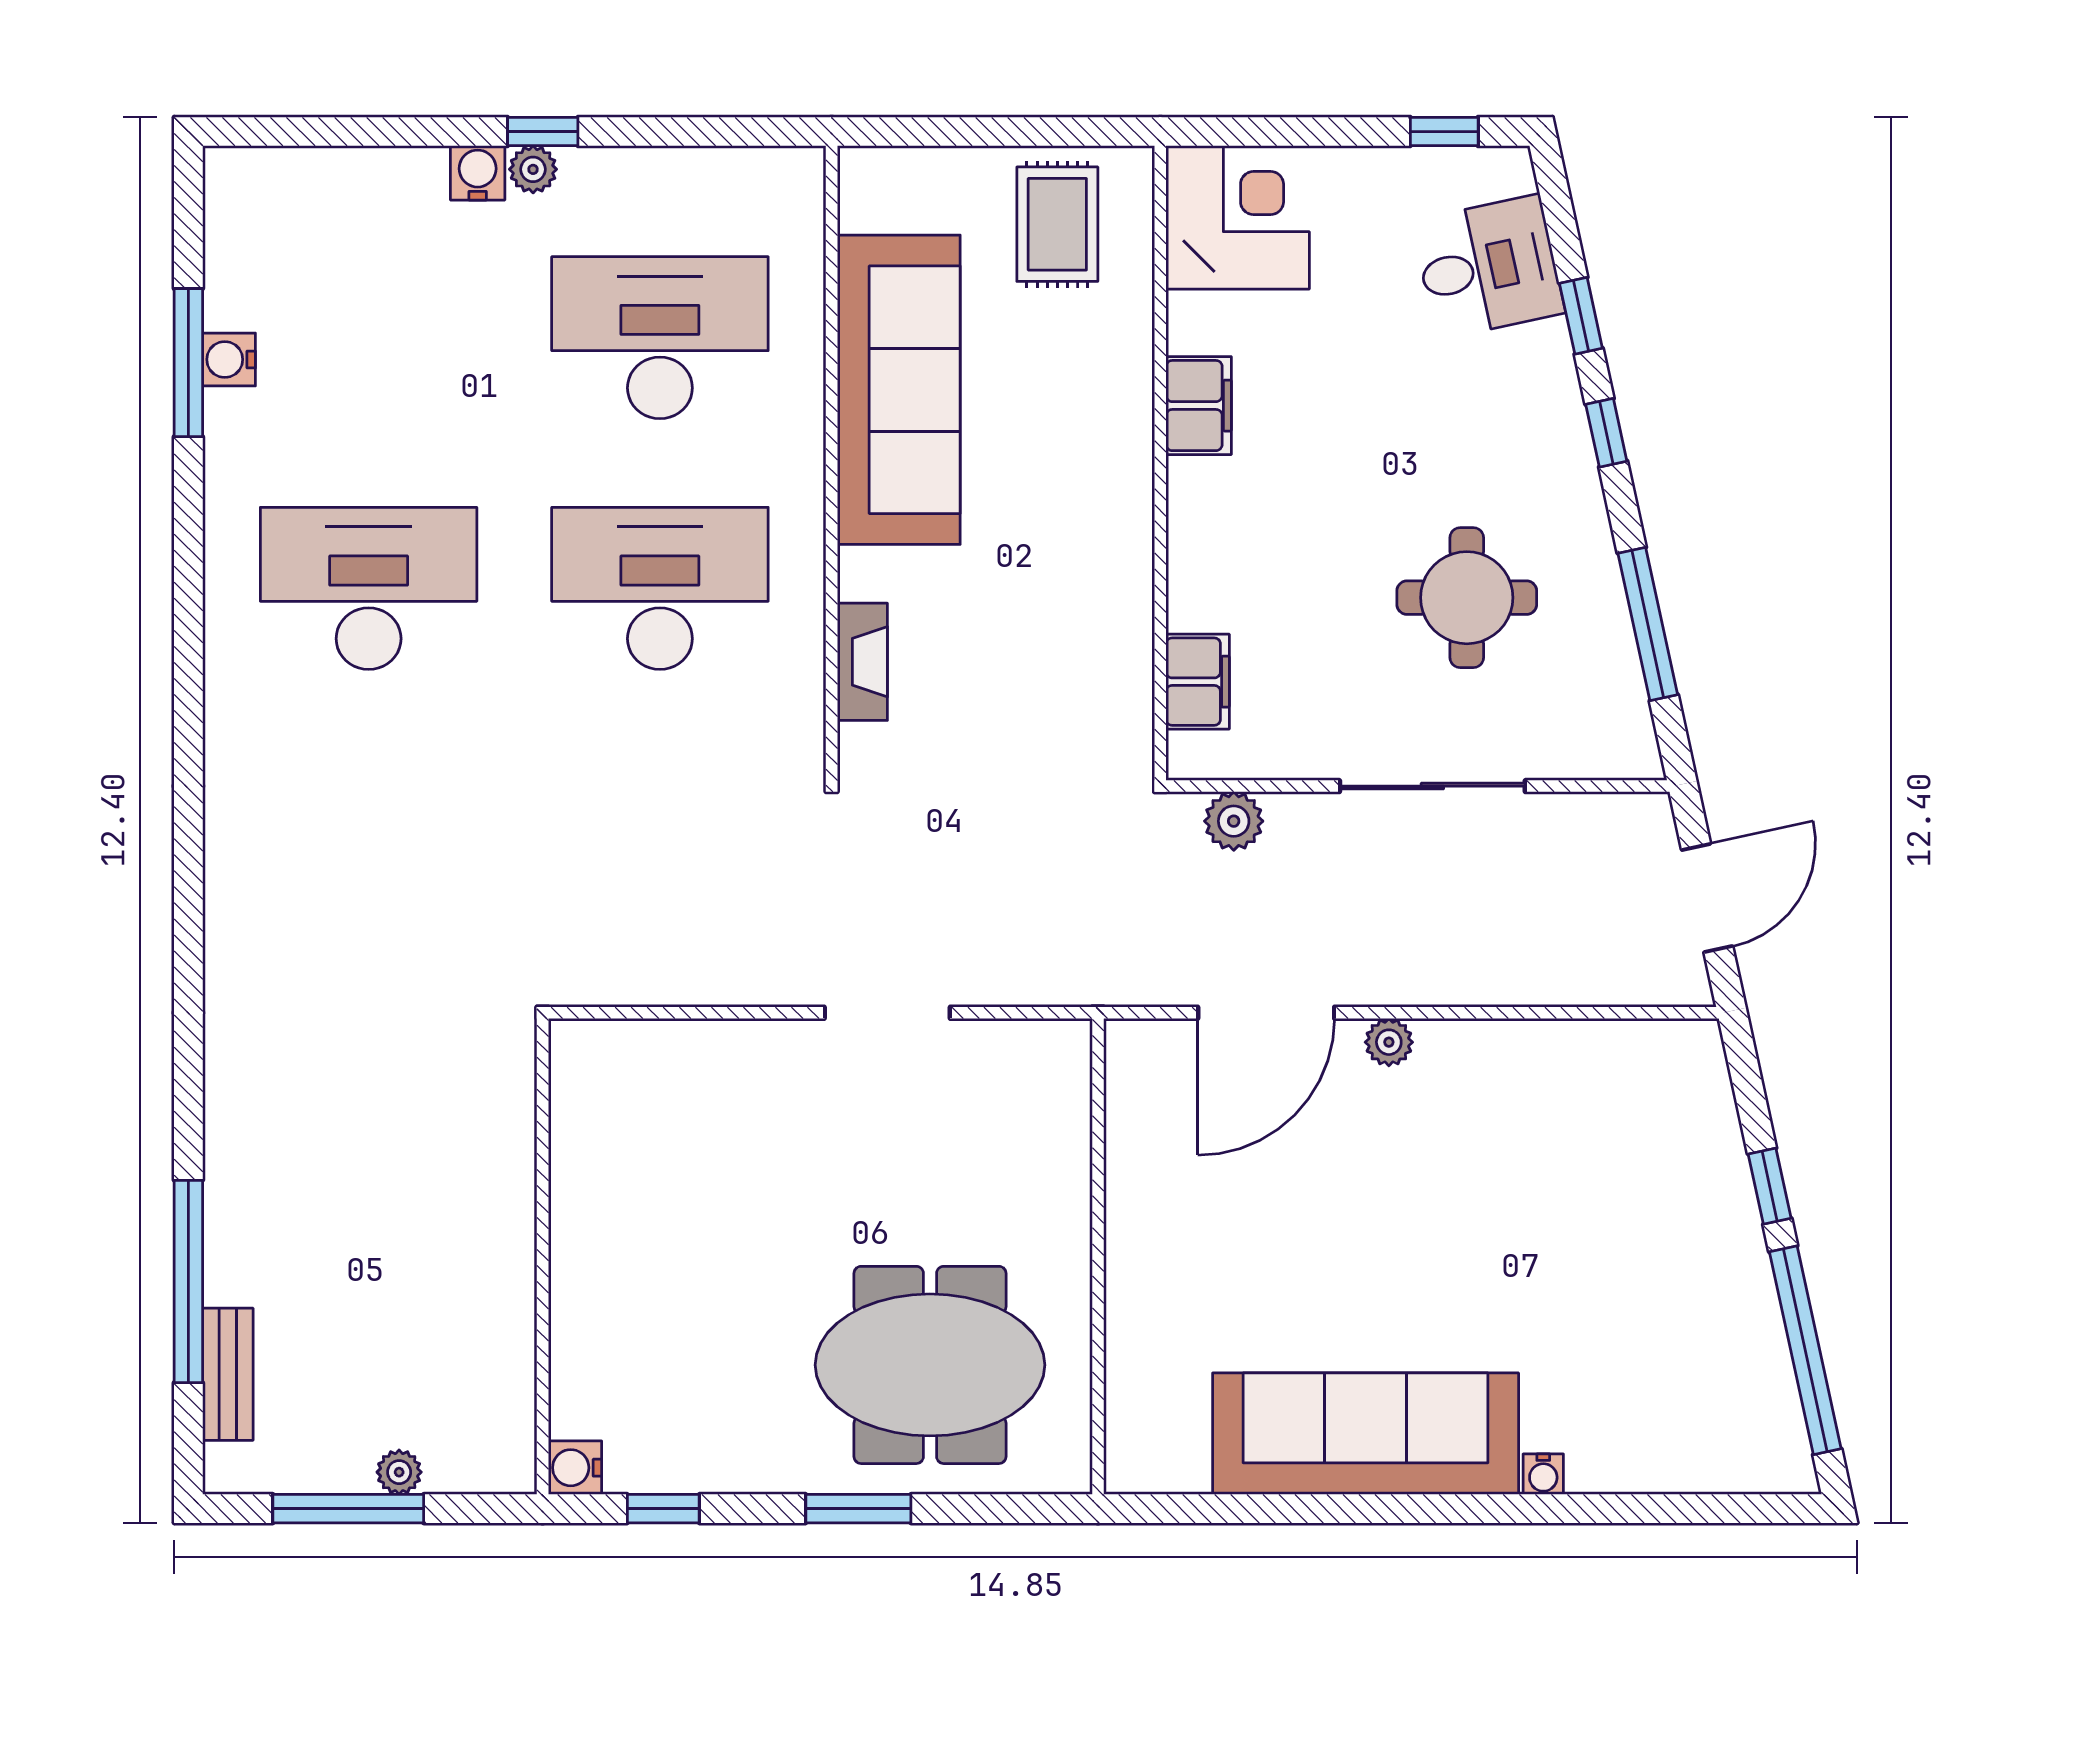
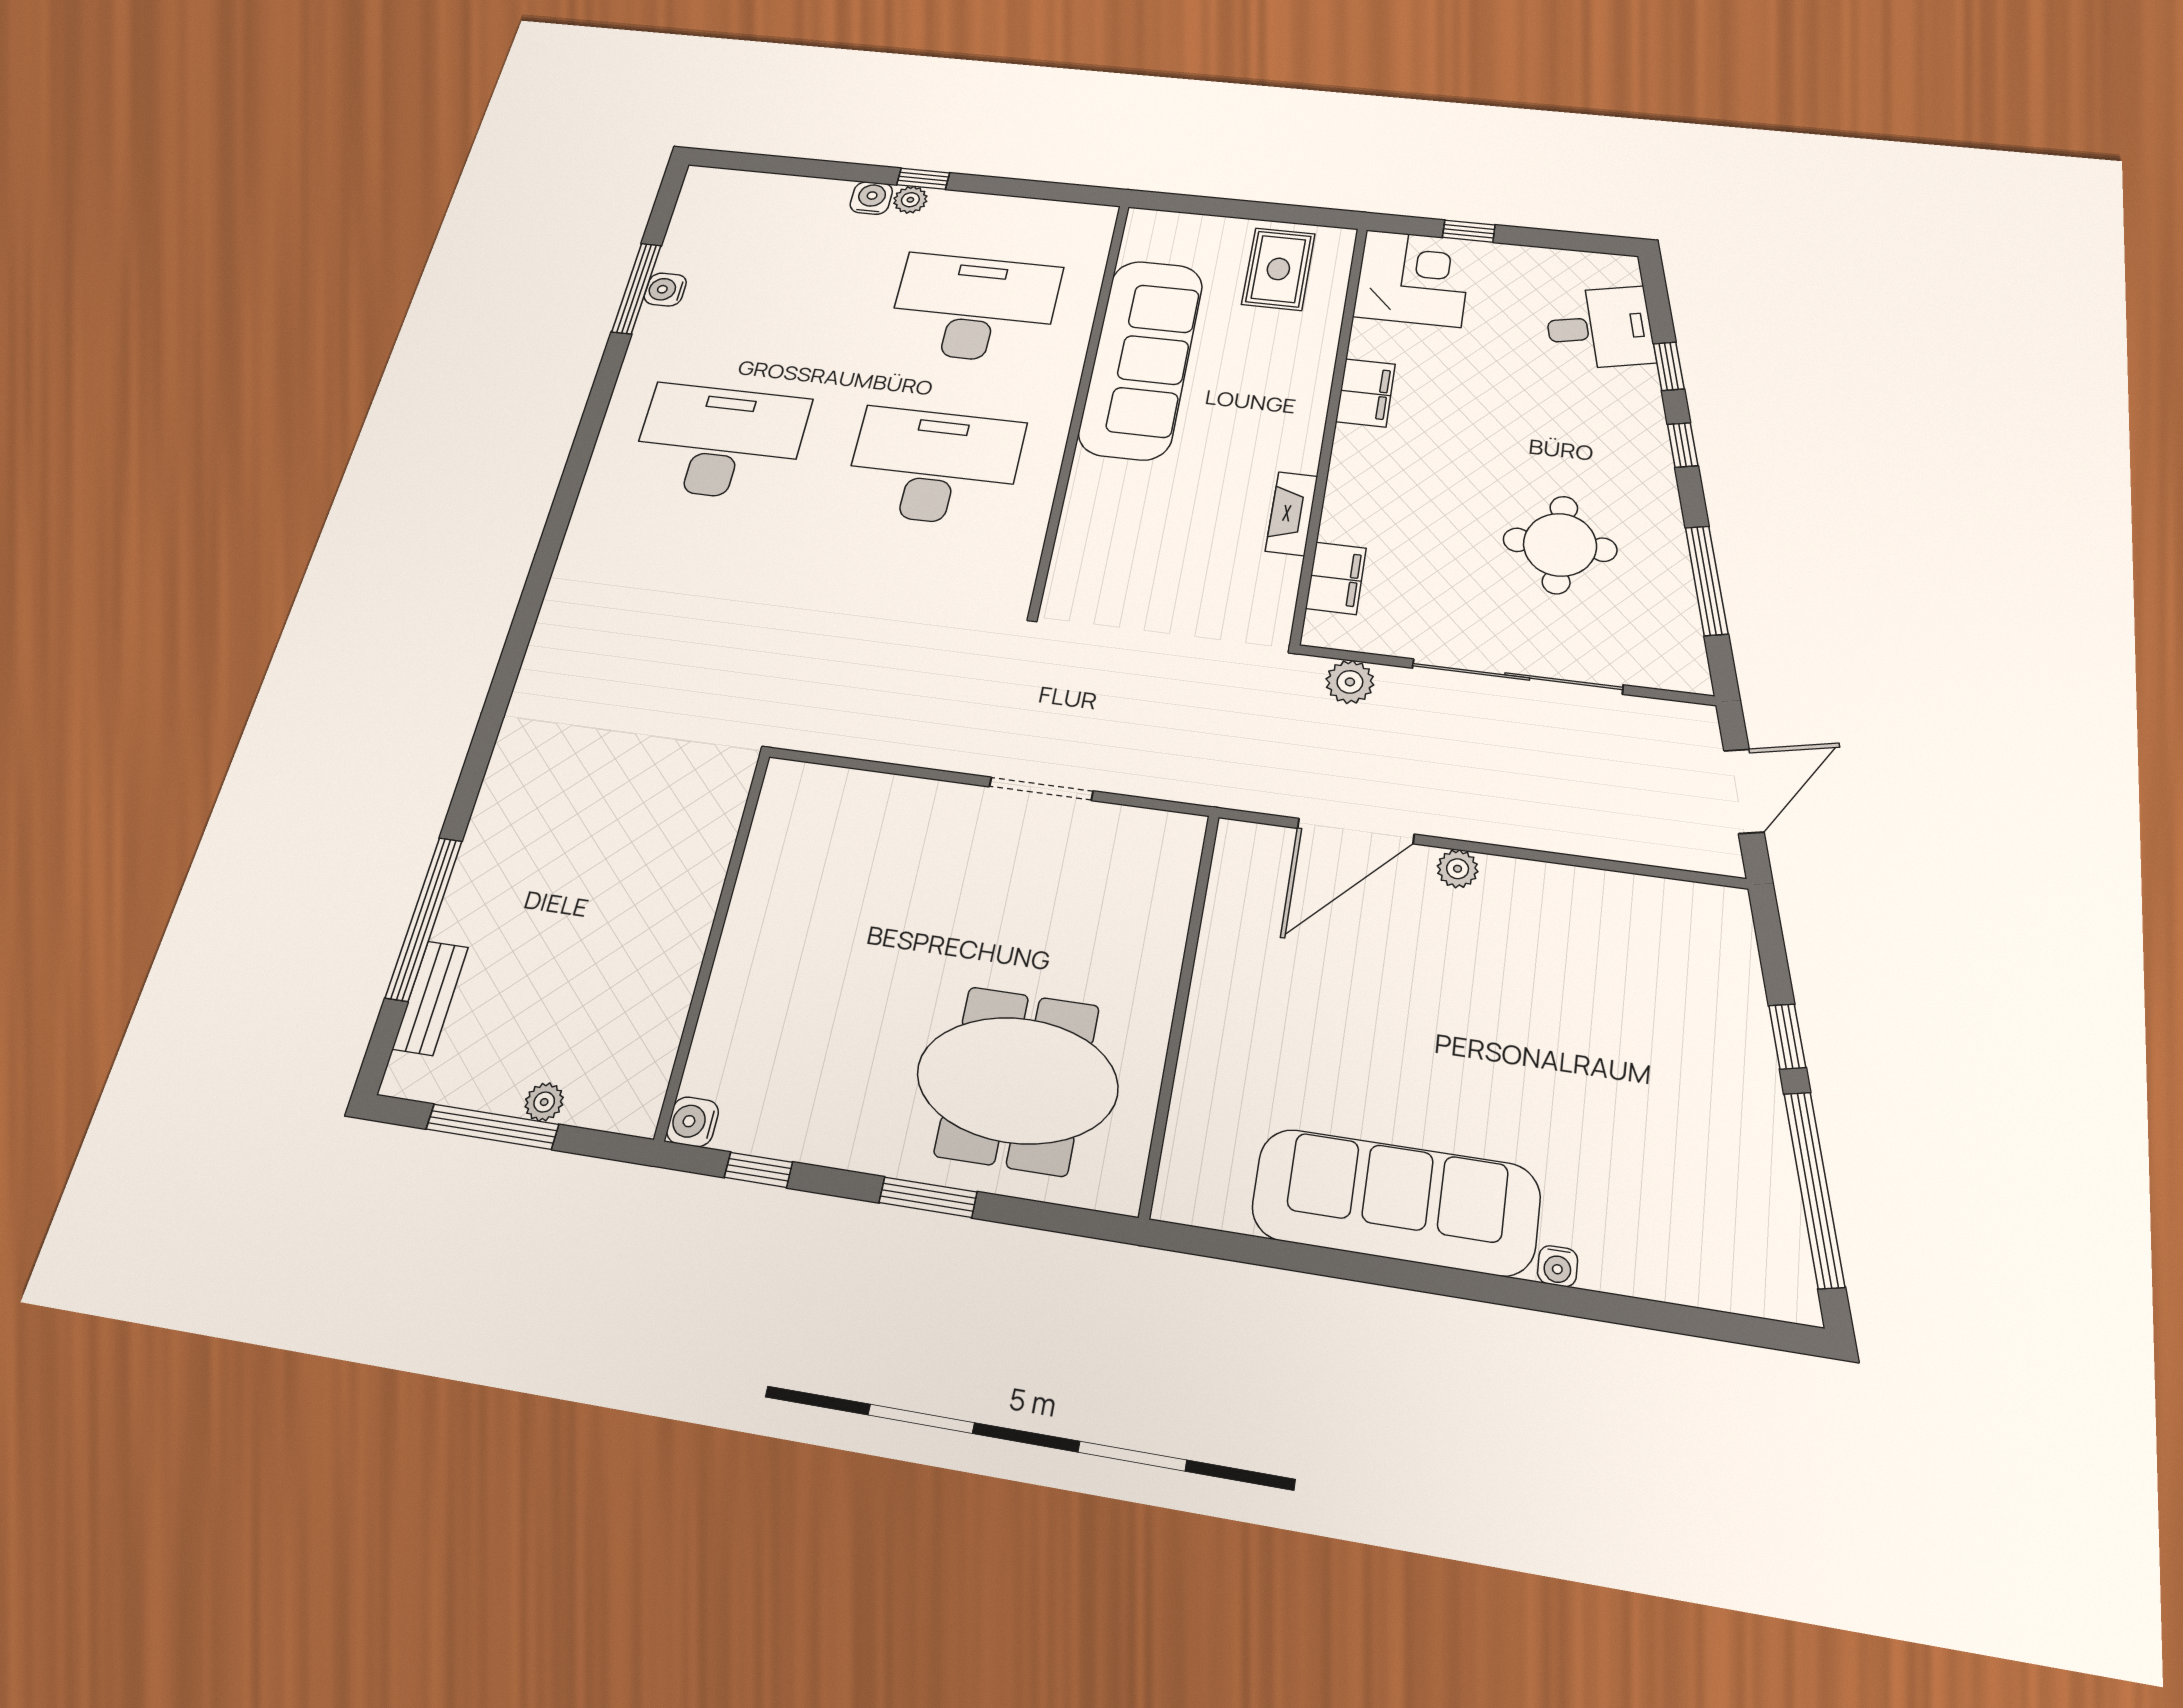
window: (1444, 132) -> (1469, 231), moved
fireplace: (862, 662) -> (1292, 514), moved, turned 180
sliding door: (1432, 786) -> (1517, 676), width x1.36

